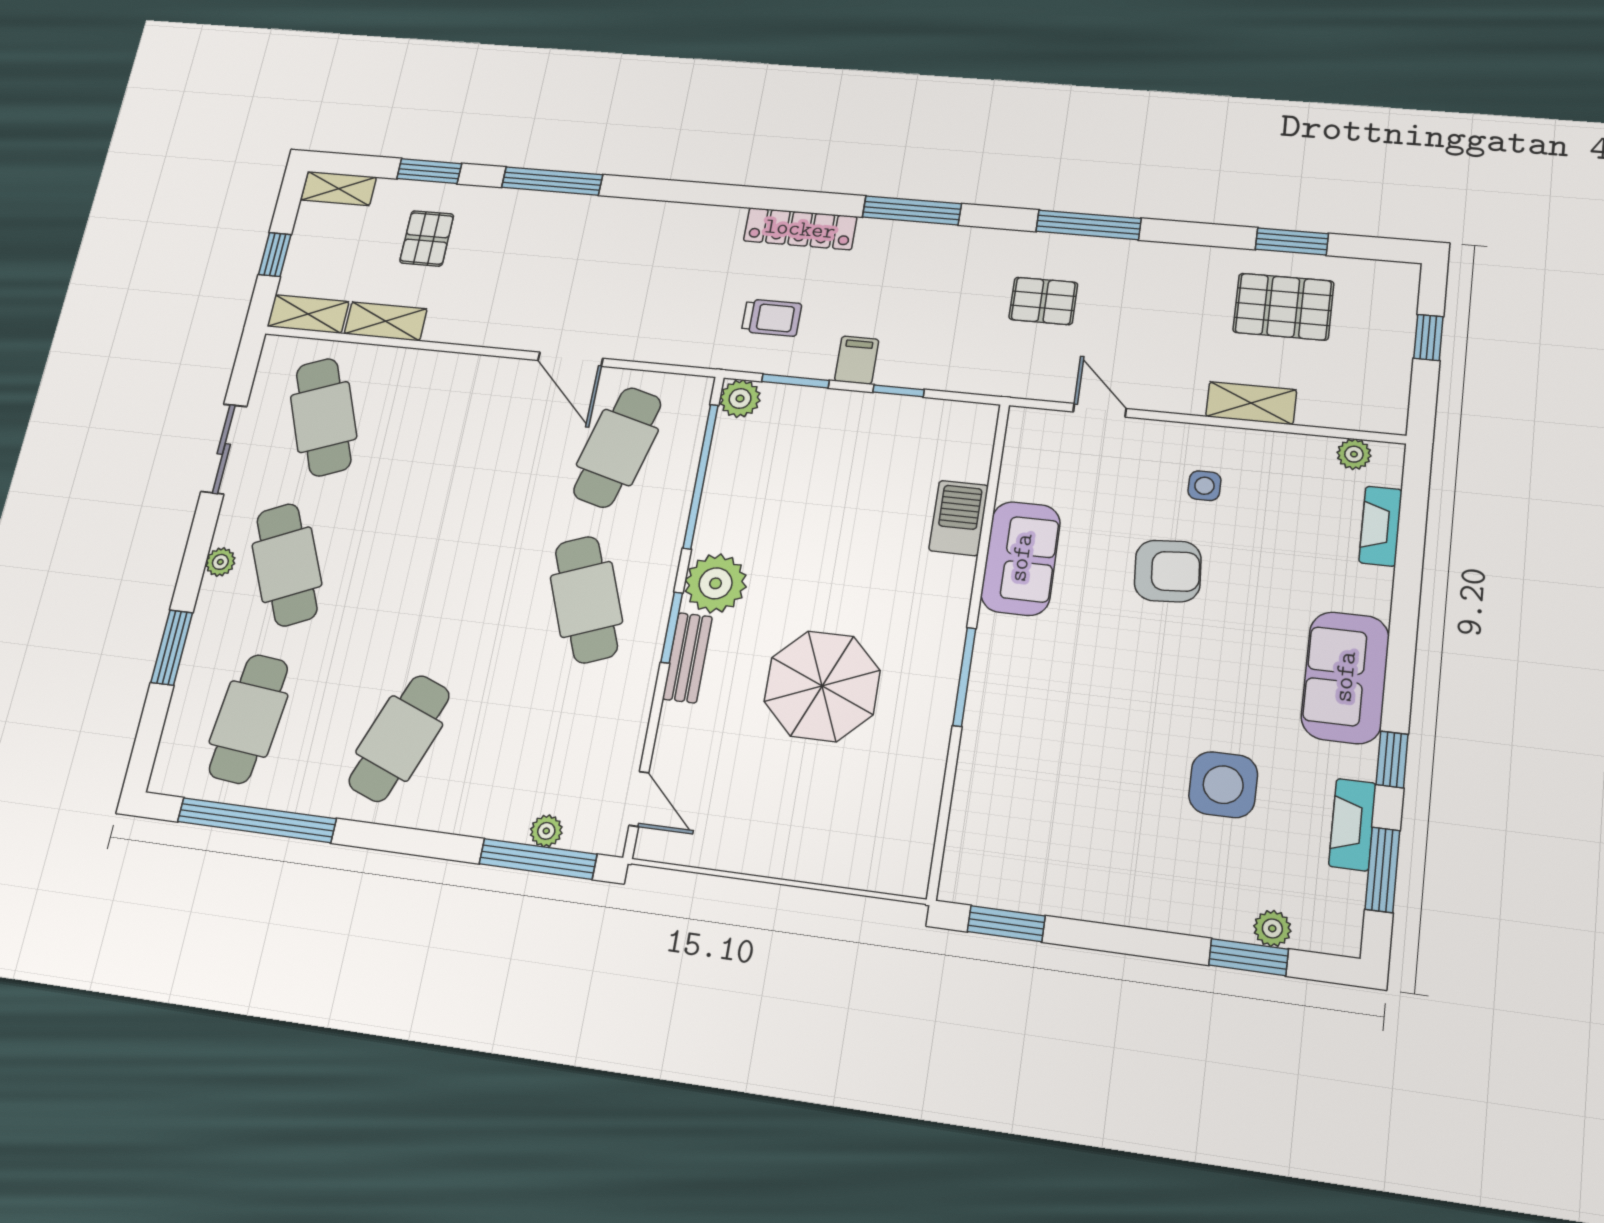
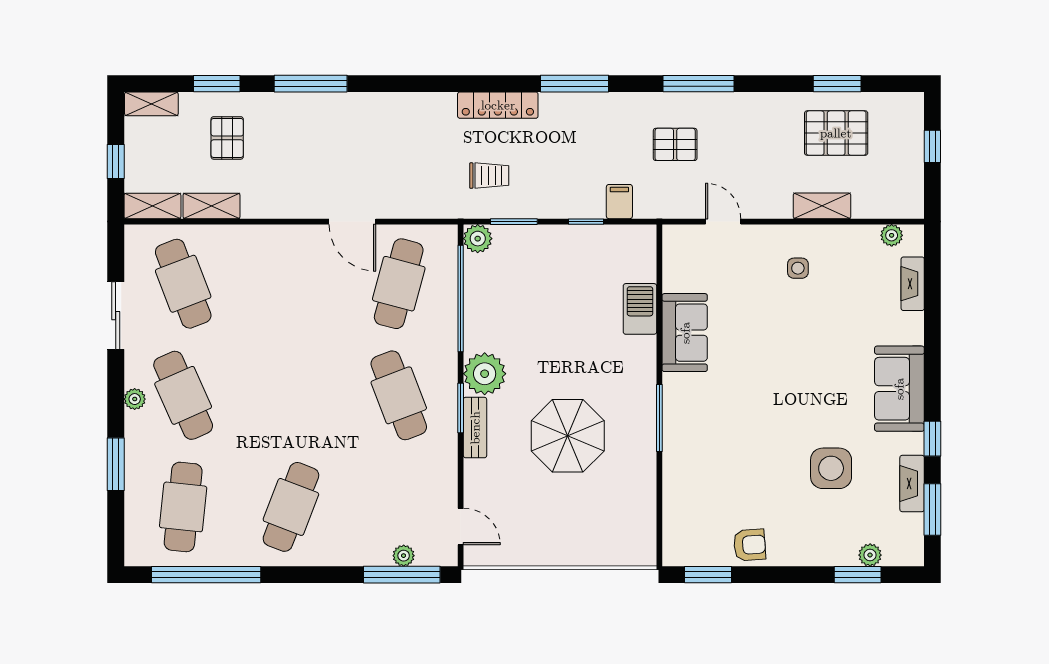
filing cabinet: (857, 360) -> (619, 202), moved
armchair: (1168, 571) -> (750, 545), moved, width x0.72, depth x0.72

